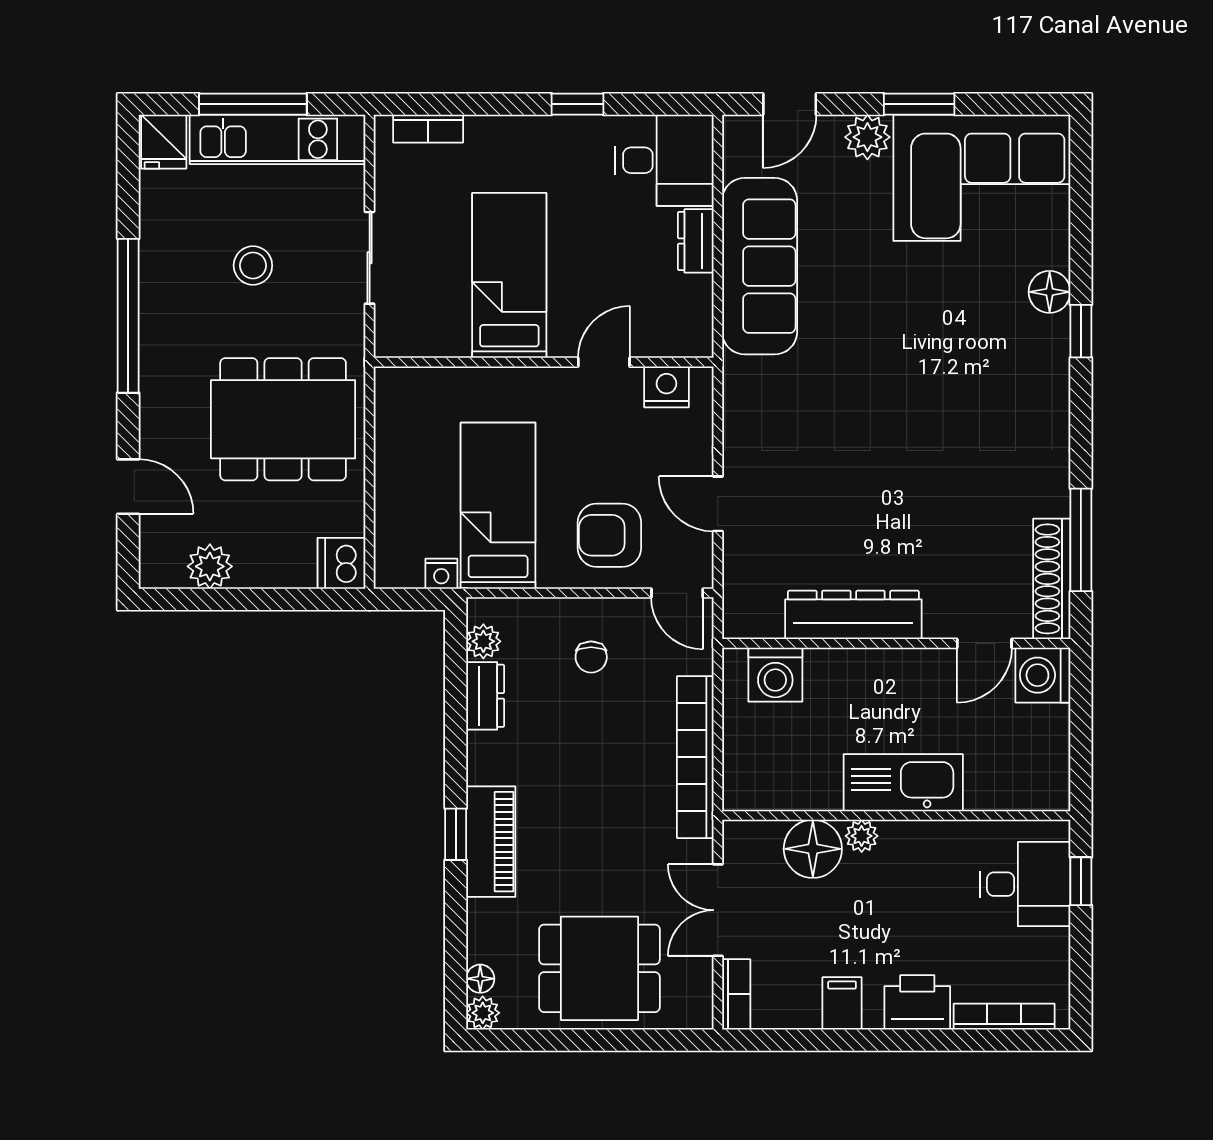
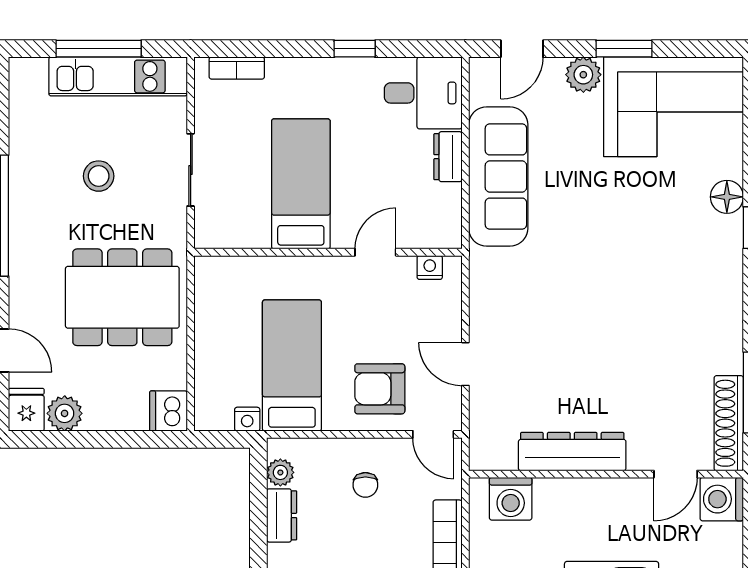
fridge: (164, 142) -> (26, 410), moved, turned 180
nightstand: (666, 387) -> (430, 268), width x0.72, depth x0.74

